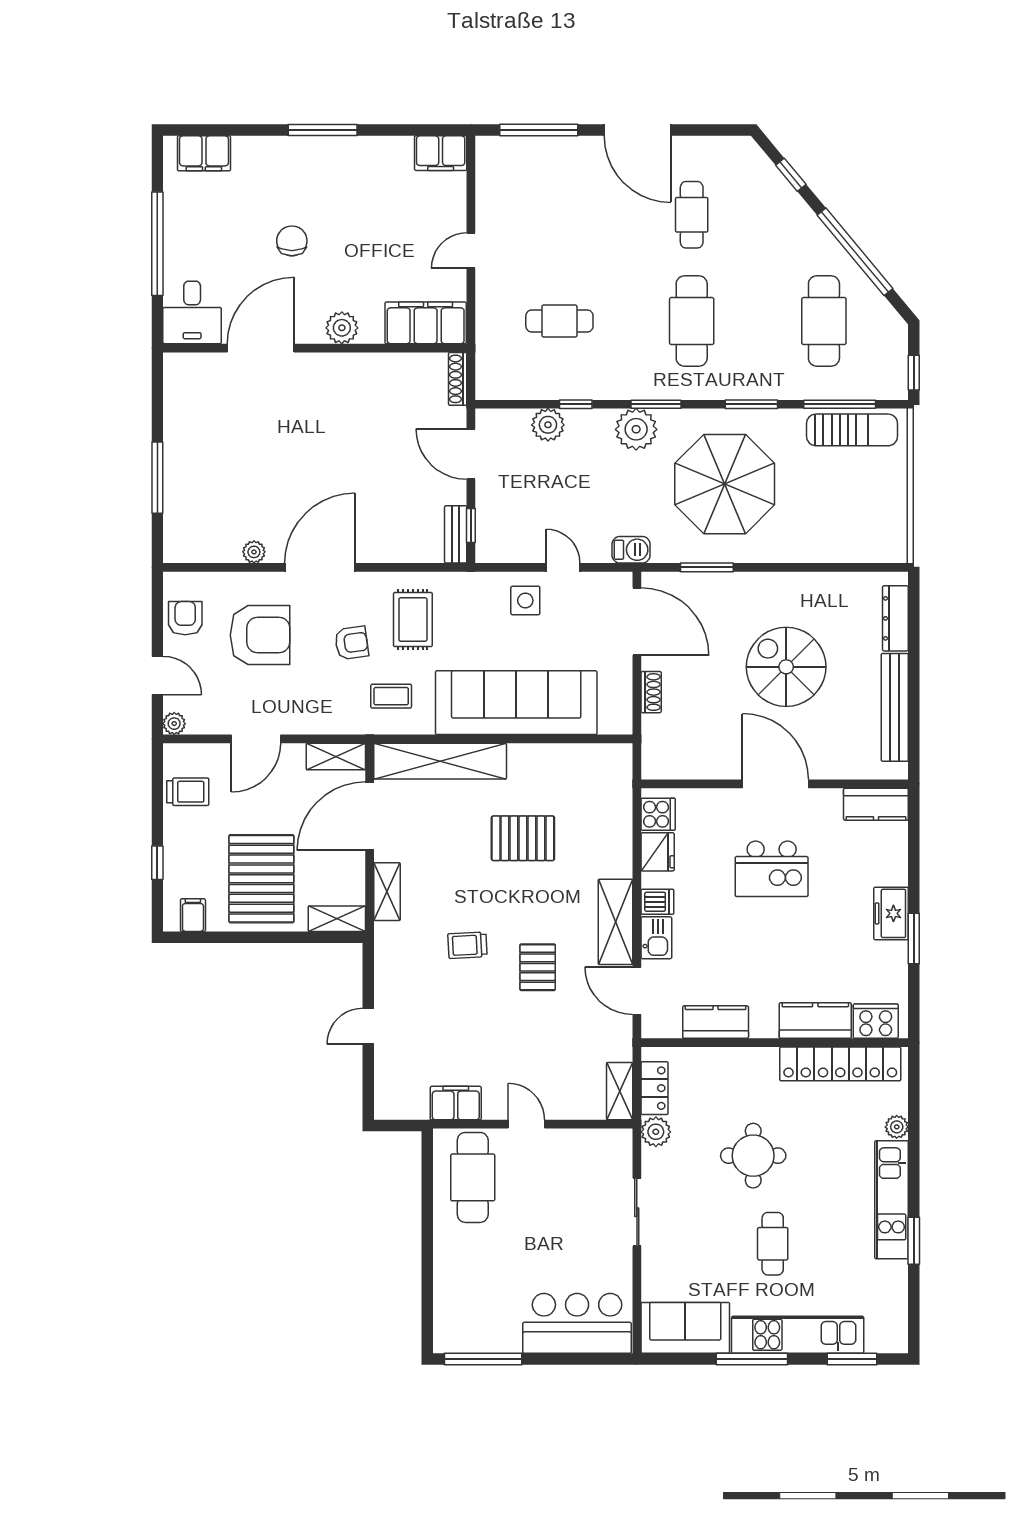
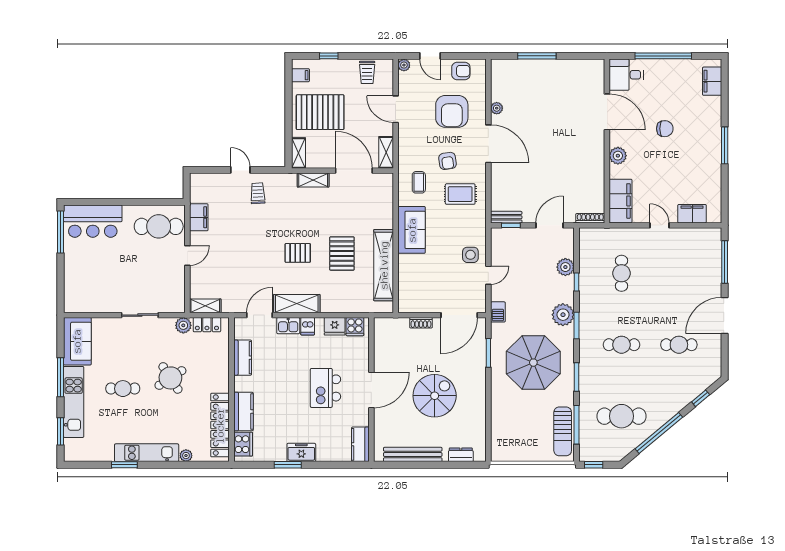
filing cabinet: (441, 153) -> (692, 214), moved, turned 90
cafe table: (692, 321) -> (622, 345), width x0.73, depth x0.74
dresser: (895, 618) -> (461, 455), width x0.70
door: (157, 675) -> (430, 56), hinge flipped
sofa: (516, 703) -> (412, 230), width x0.54, depth x0.79
shelving: (440, 761) -> (384, 265), moved
trolley: (467, 945) -> (258, 193), moved
pallet: (538, 967) -> (298, 253), moved
round table: (753, 1156) -> (170, 378), turned -33
bar counter: (577, 1323) -> (93, 221), moved, turned 90

